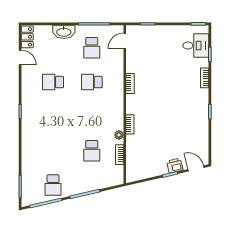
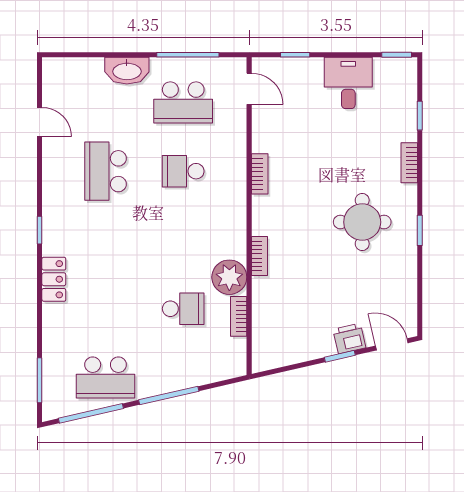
locker: (27, 37) -> (54, 279), moved
door: (125, 41) -> (249, 89), swing flipped
desk: (196, 46) -> (348, 83), moved, turned -90
school desk: (92, 48) -> (183, 102), width x1.85
school desk: (53, 82) -> (106, 171), width x1.85
round table: (181, 107) -> (362, 222), added
plant: (119, 135) -> (229, 277), width x1.88, depth x1.88
school desk: (92, 151) -> (183, 309), turned -90
school desk: (53, 185) -> (106, 378), width x1.85

